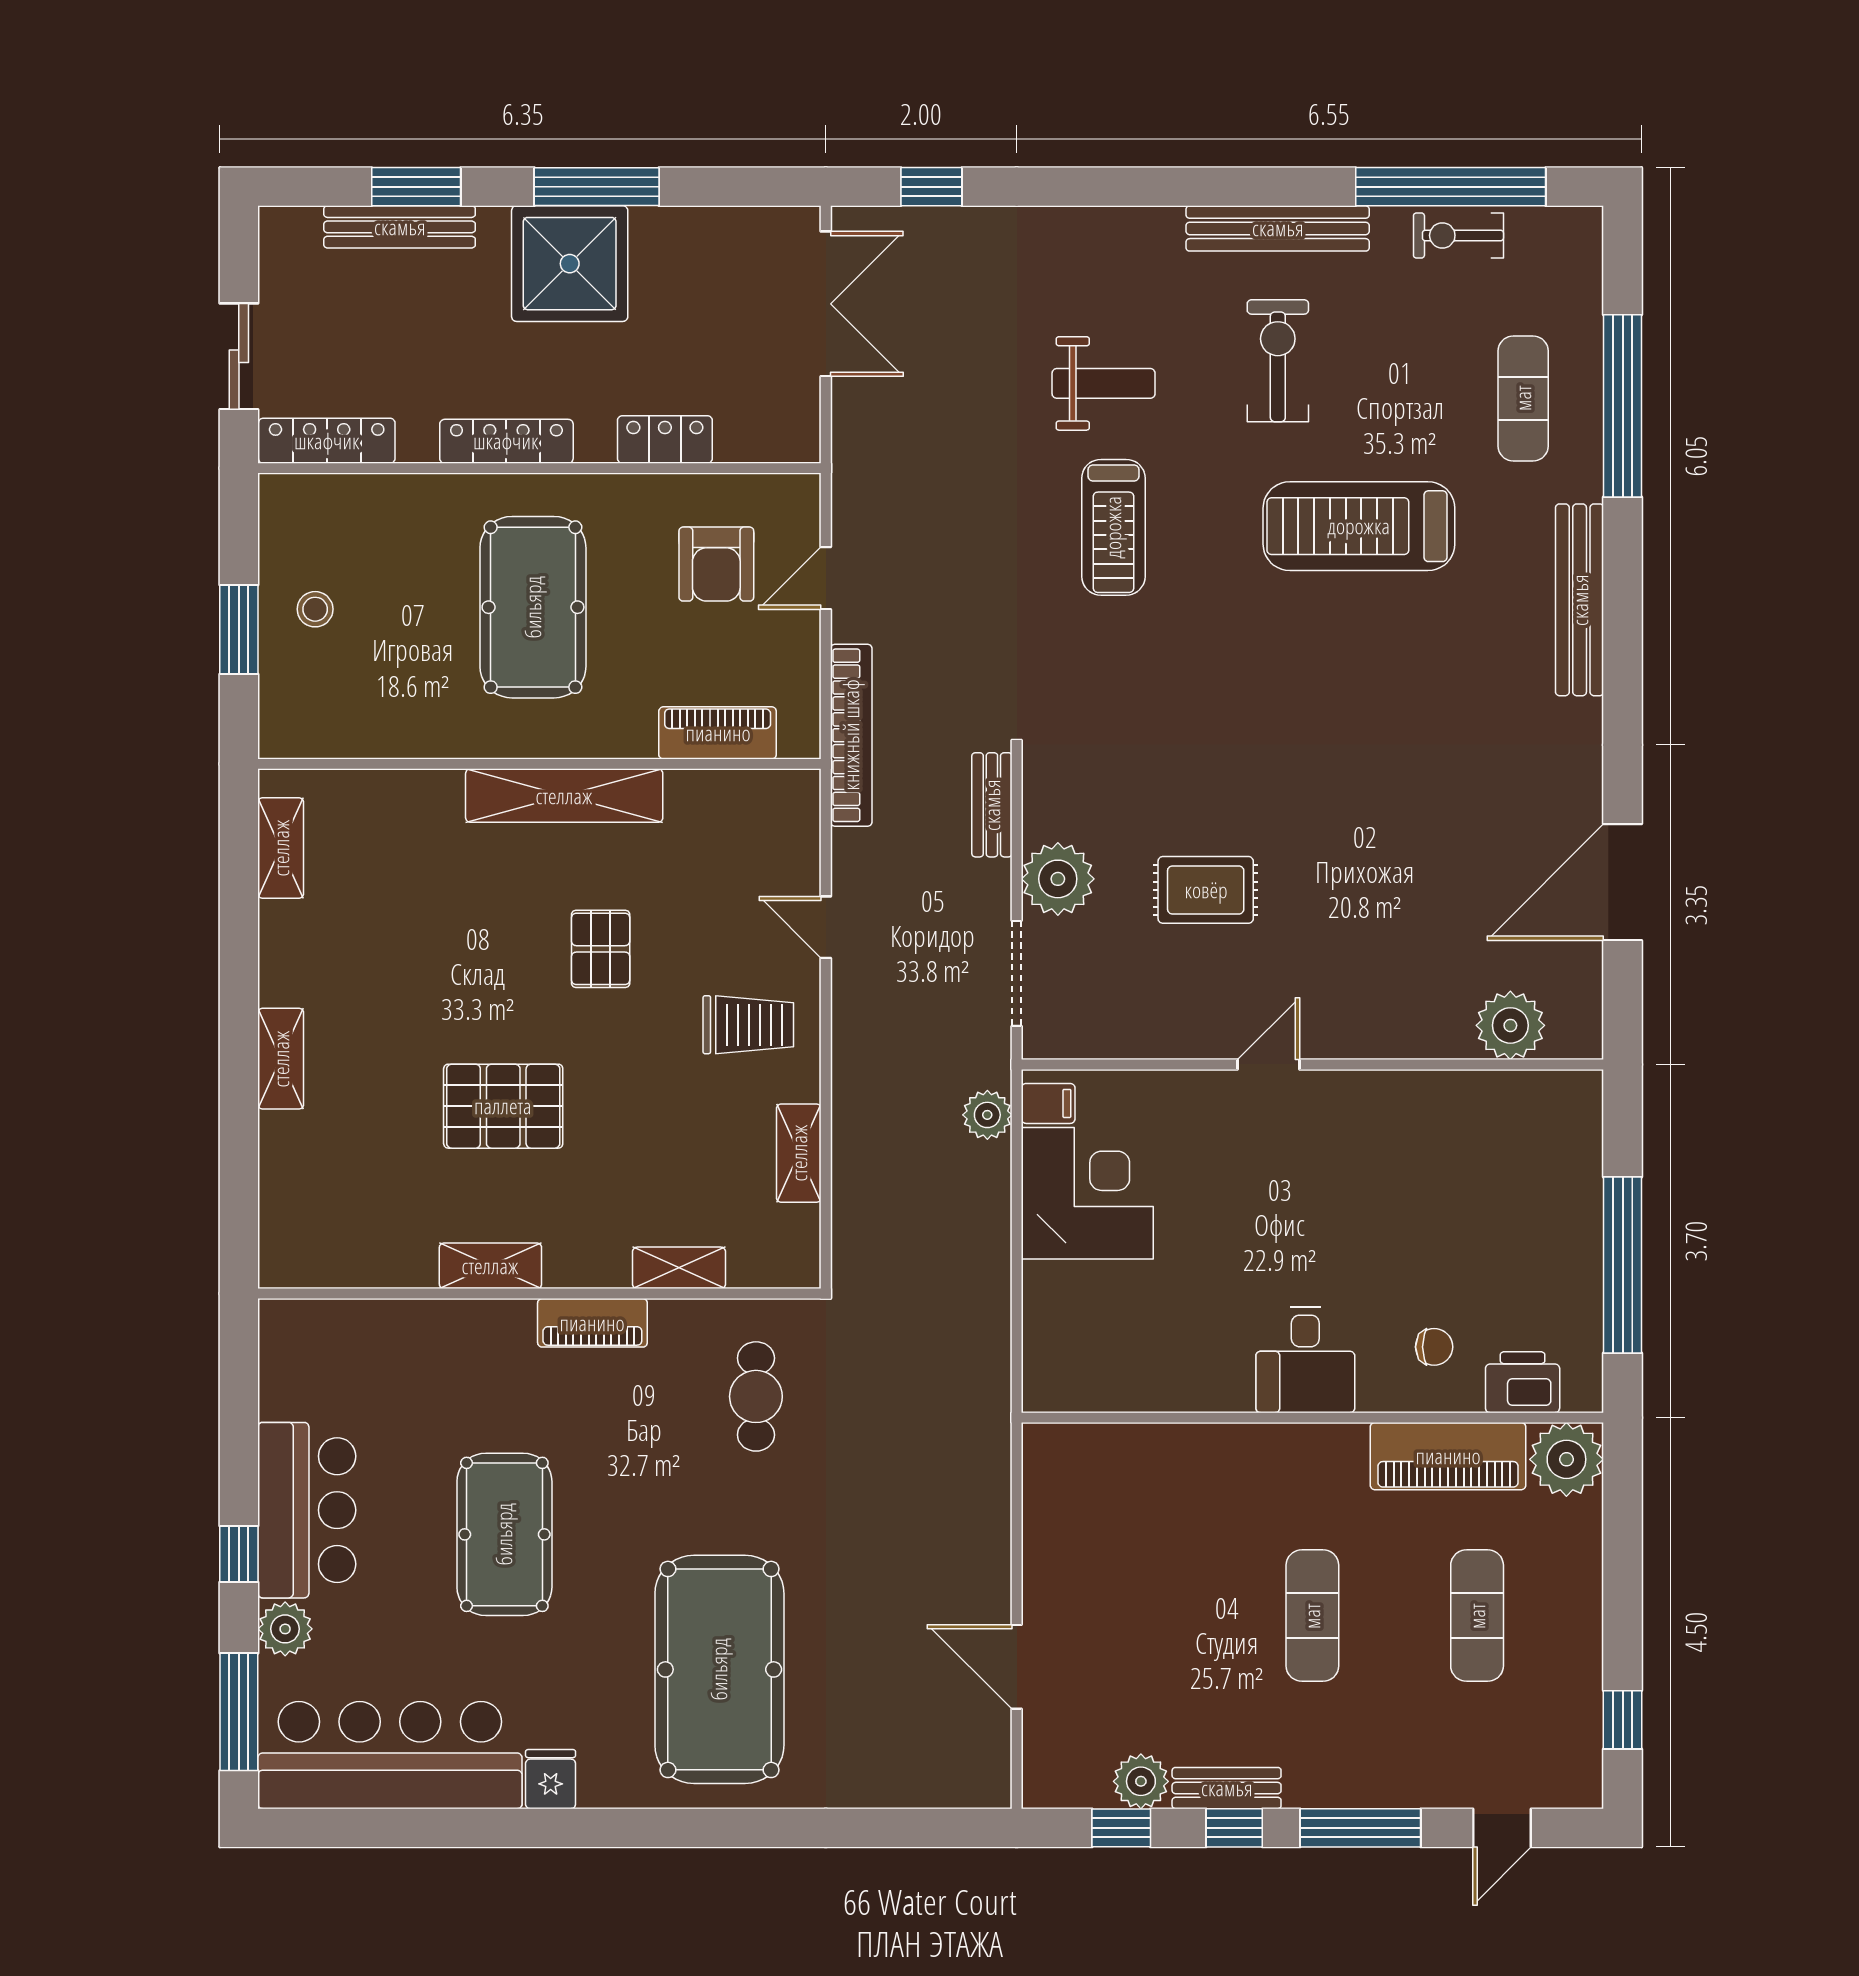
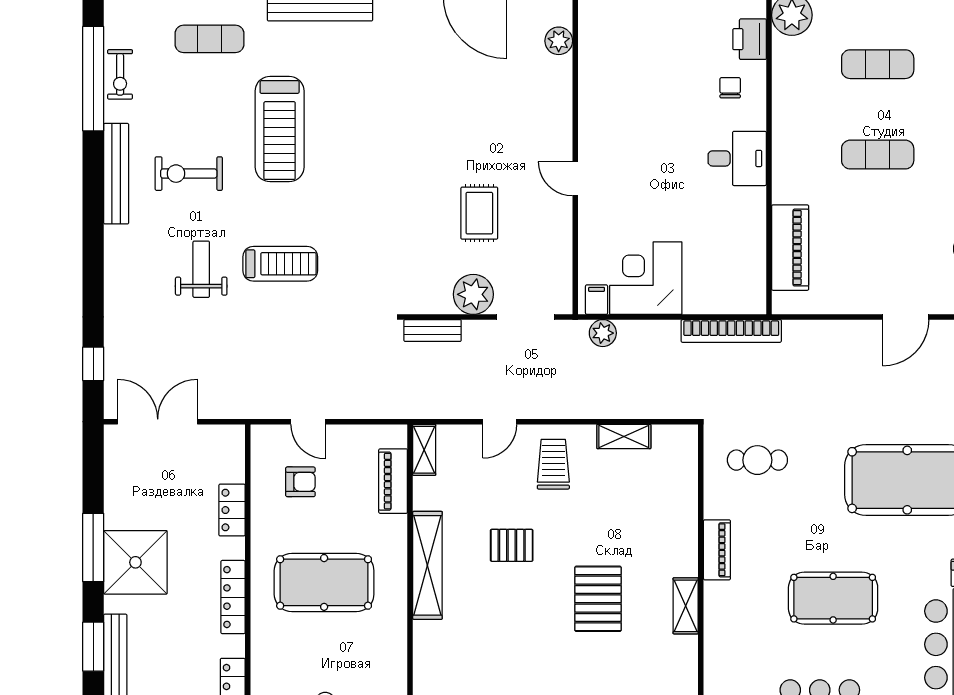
armchair: (716, 564) -> (300, 482), width x0.72, depth x0.72
bookcase: (851, 735) -> (731, 331), moved, turned 180
plant: (1510, 1025) -> (559, 41), width x0.73, depth x0.73
shelving: (679, 1268) -> (424, 450), moved
piano: (1448, 1456) -> (790, 248), moved

